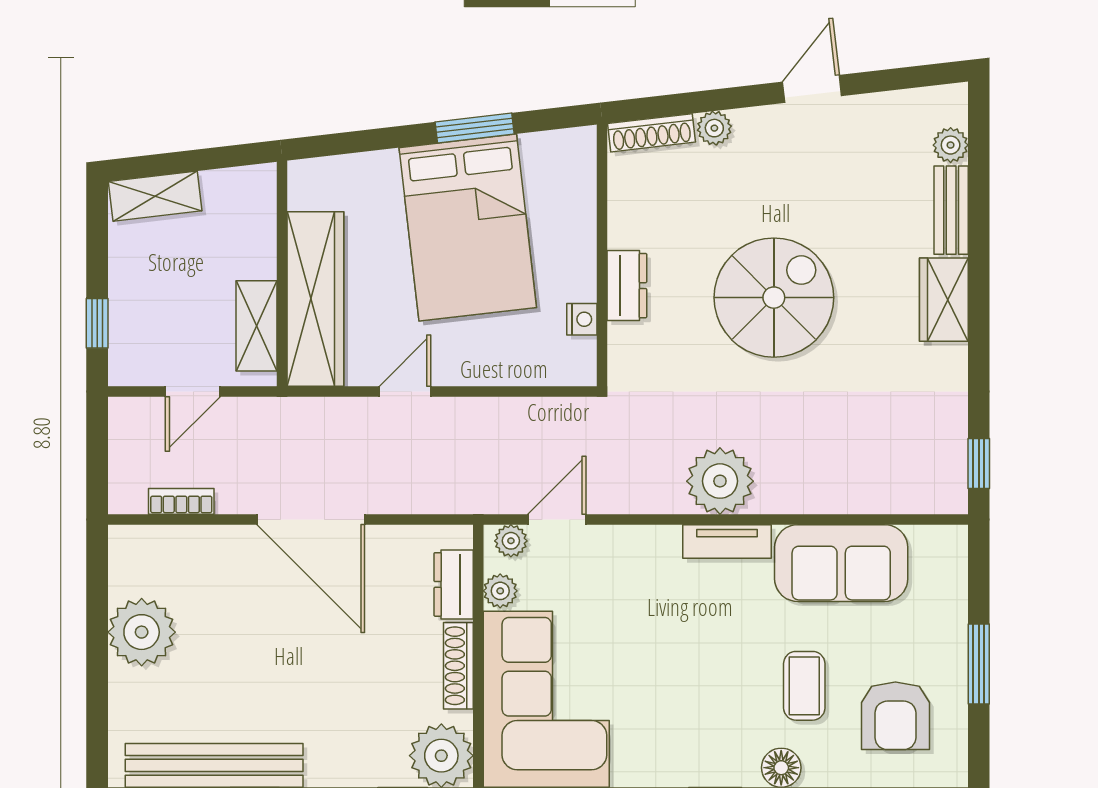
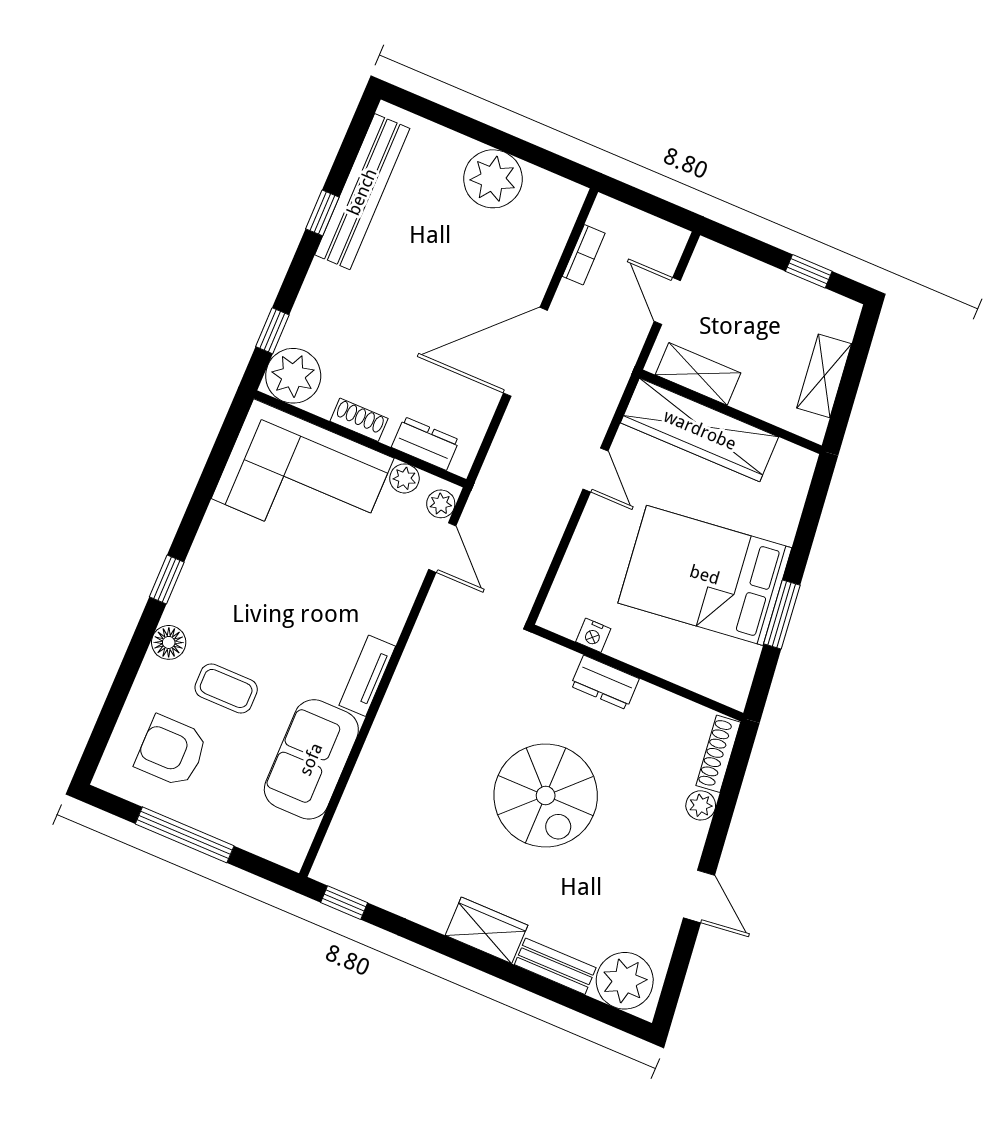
plant: (951, 145) -> (625, 981), width x1.88, depth x1.88
shelving: (155, 196) -> (824, 376), moved
window: (97, 323) -> (809, 271), moved
plant: (720, 481) -> (418, 691), removed
window: (979, 664) -> (185, 835), width x1.44
shoe rack: (458, 666) -> (359, 420), width x0.70

